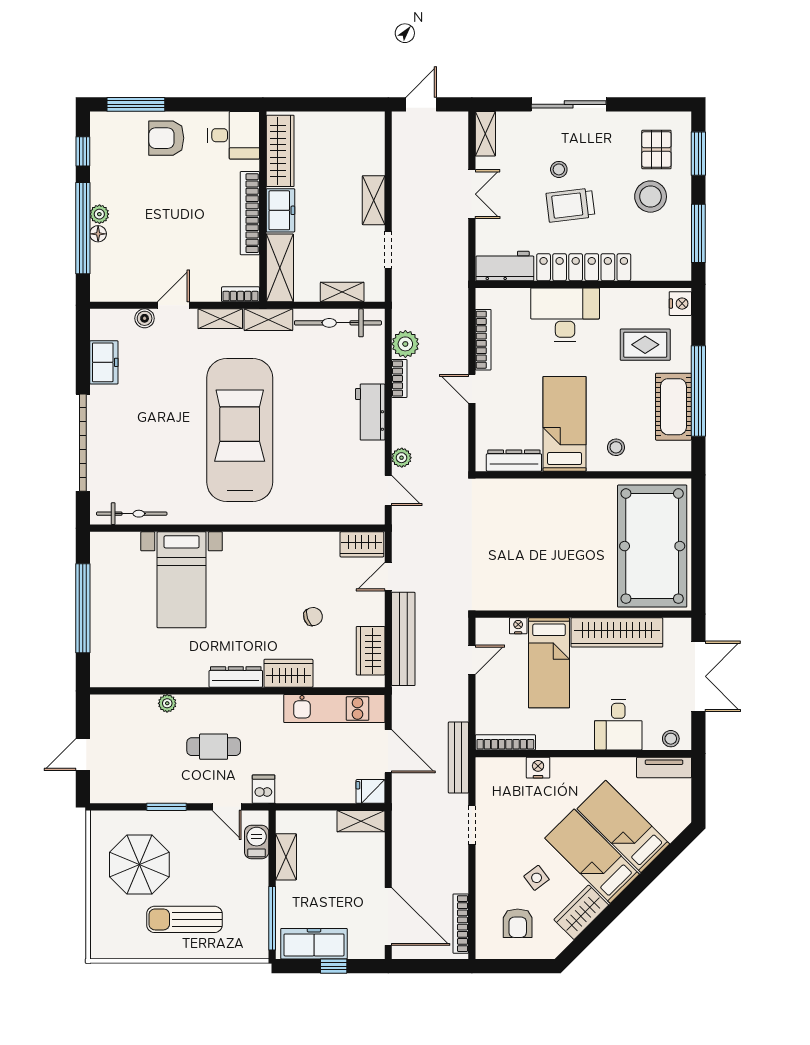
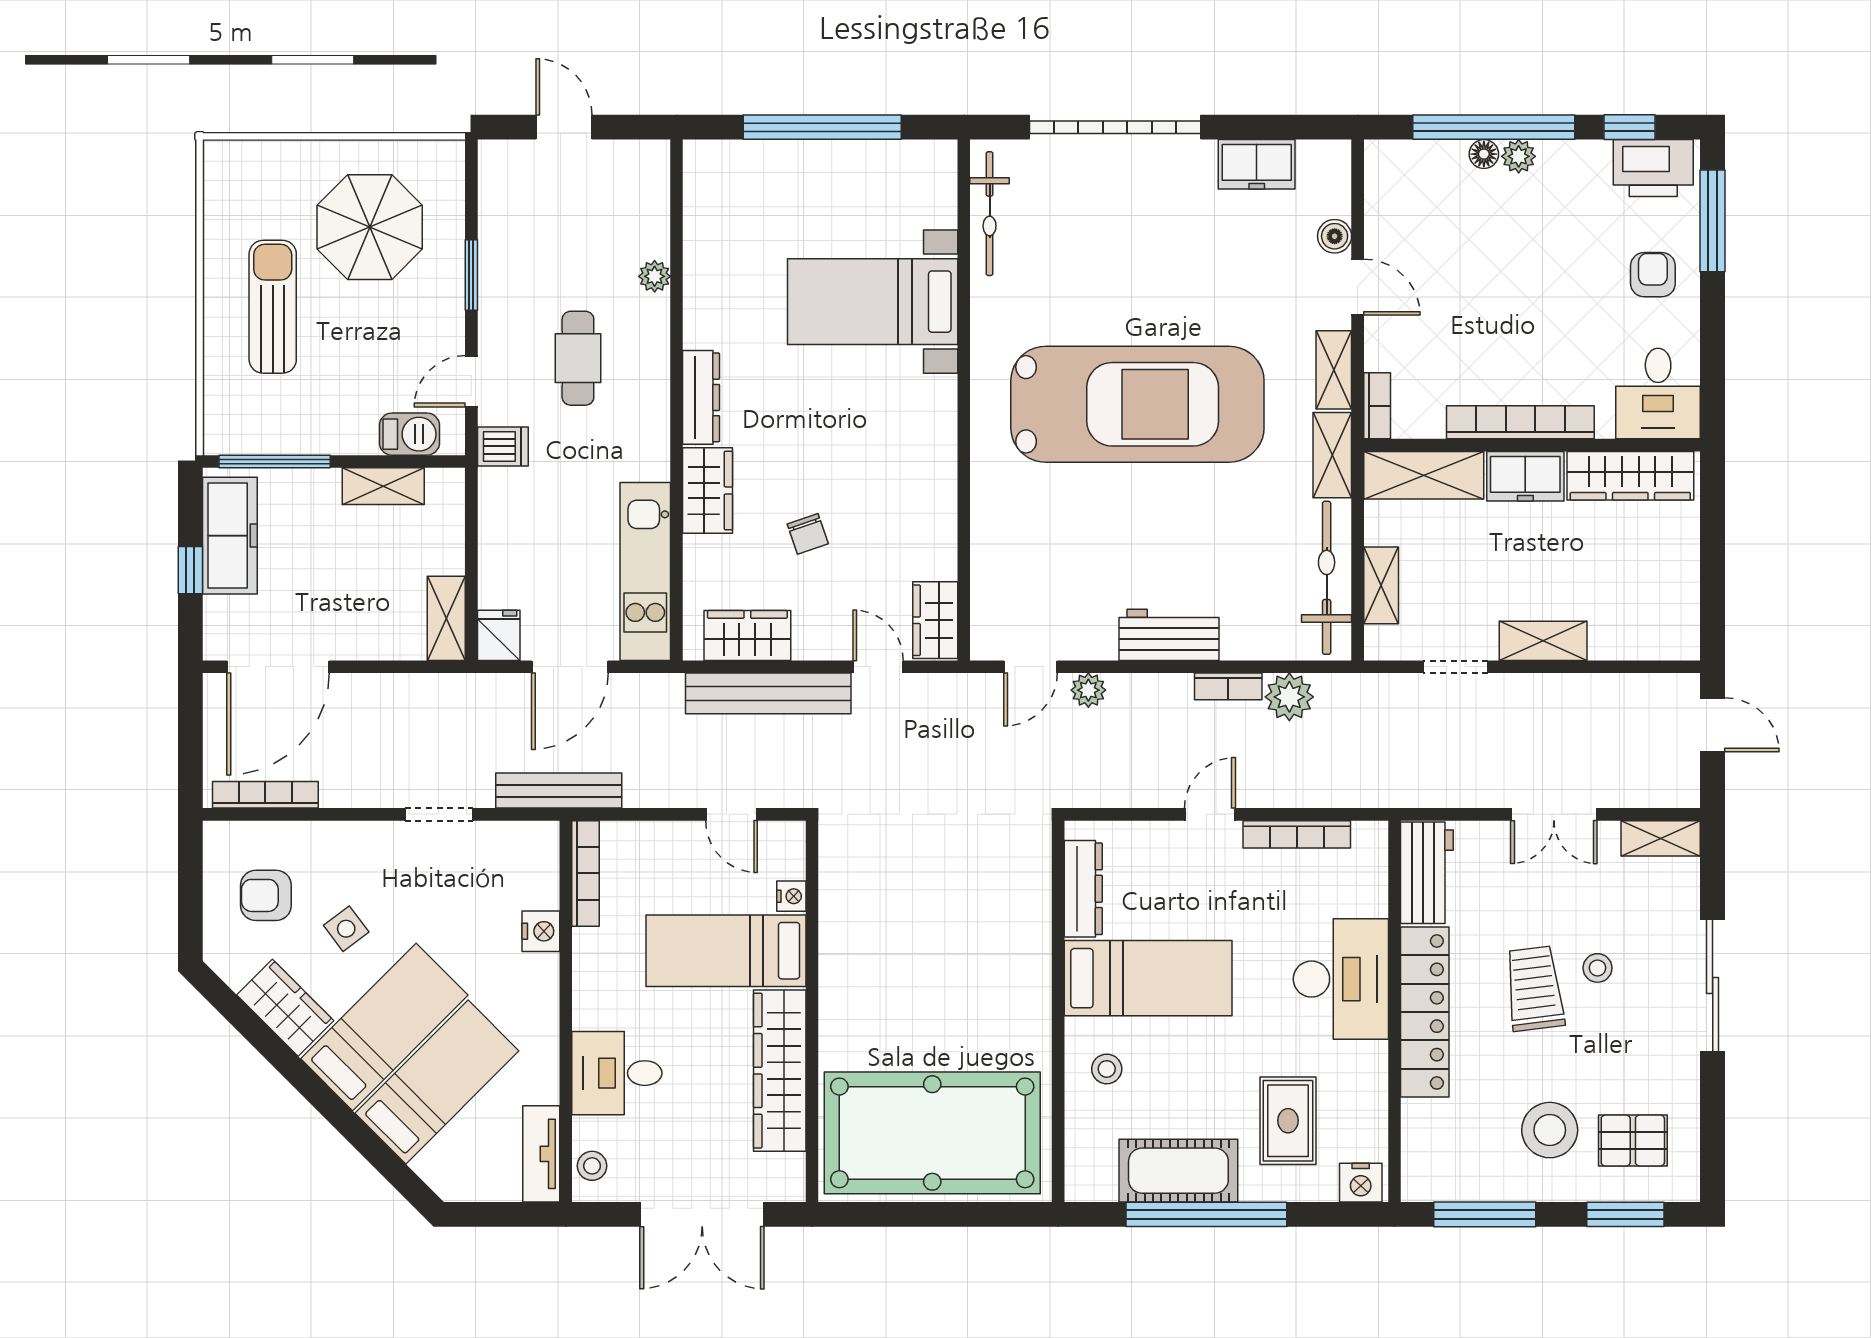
printer: (106, 138) -> (1653, 168), added
armchair: (166, 138) -> (1653, 275), width x0.72, depth x0.72

